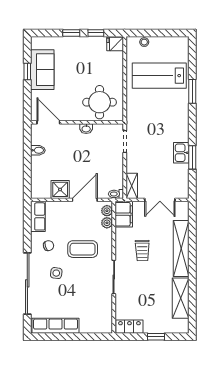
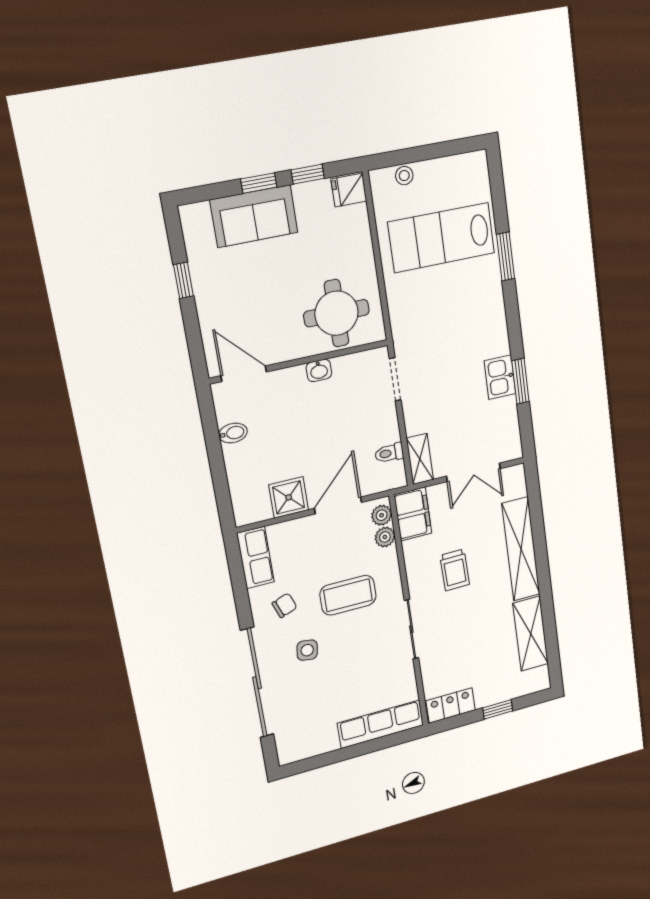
sofa: (42, 70) -> (254, 216), moved, turned 90
toilet: (116, 194) -> (389, 453), moved
row of seats: (55, 326) -> (381, 724), moved

